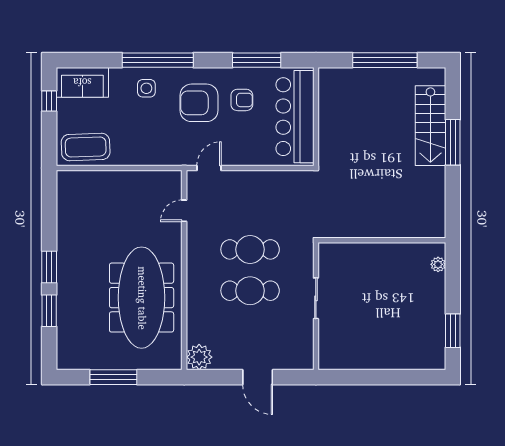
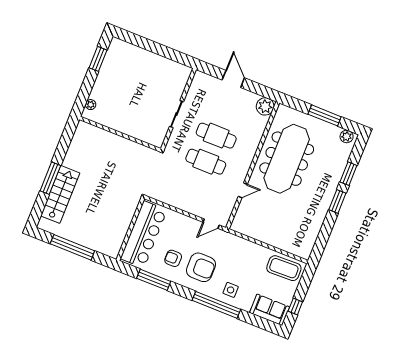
door: (184, 211) -> (243, 190), moved
plant: (72, 360) -> (347, 136), added

